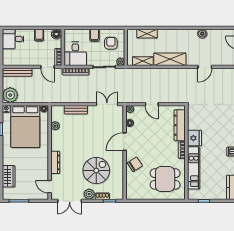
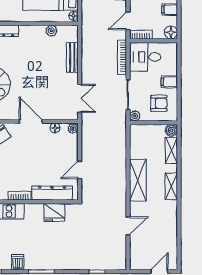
boiler: (202, 34) -> (171, 130), moved
shelving: (143, 61) -> (171, 186), moved
door: (205, 67) -> (128, 226), swing flipped
door: (152, 104) -> (80, 170), moved
fridge: (194, 138) -> (54, 212), moved

